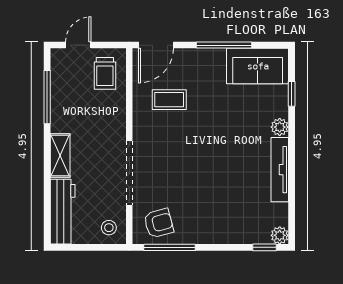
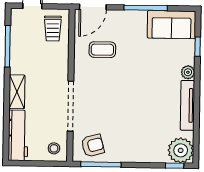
plant: (280, 235) -> (181, 150), width x1.88, depth x1.88

